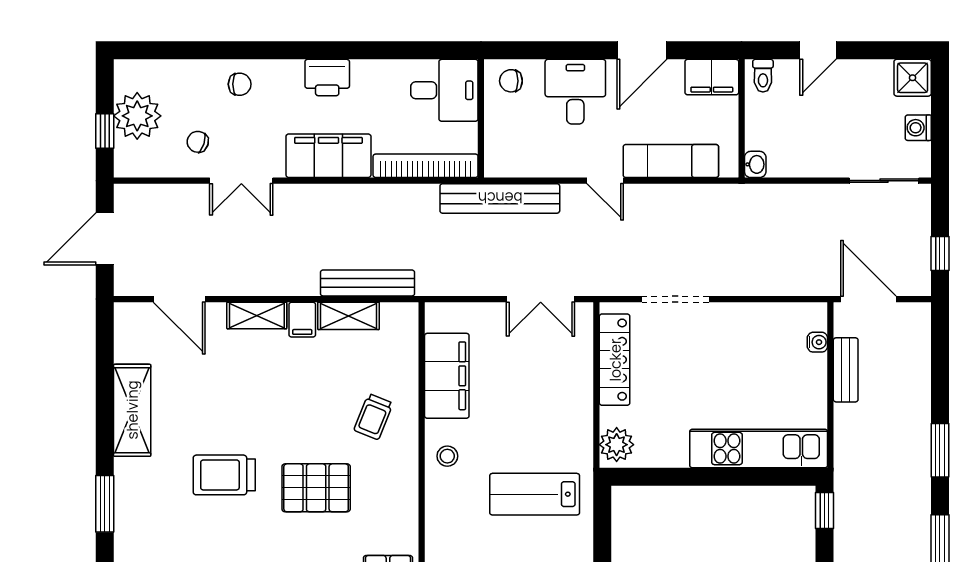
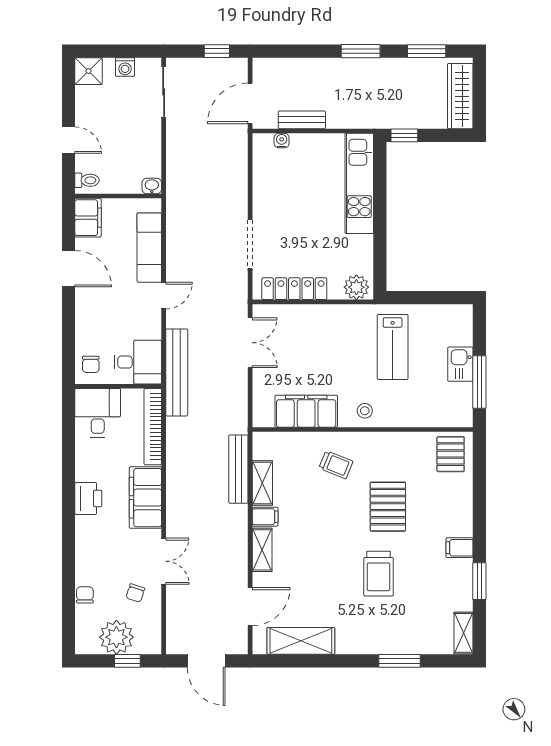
chair: (240, 84) -> (85, 595), moved
desk: (575, 92) -> (138, 362), moved, turned 180
shelving: (132, 410) -> (301, 641), moved

